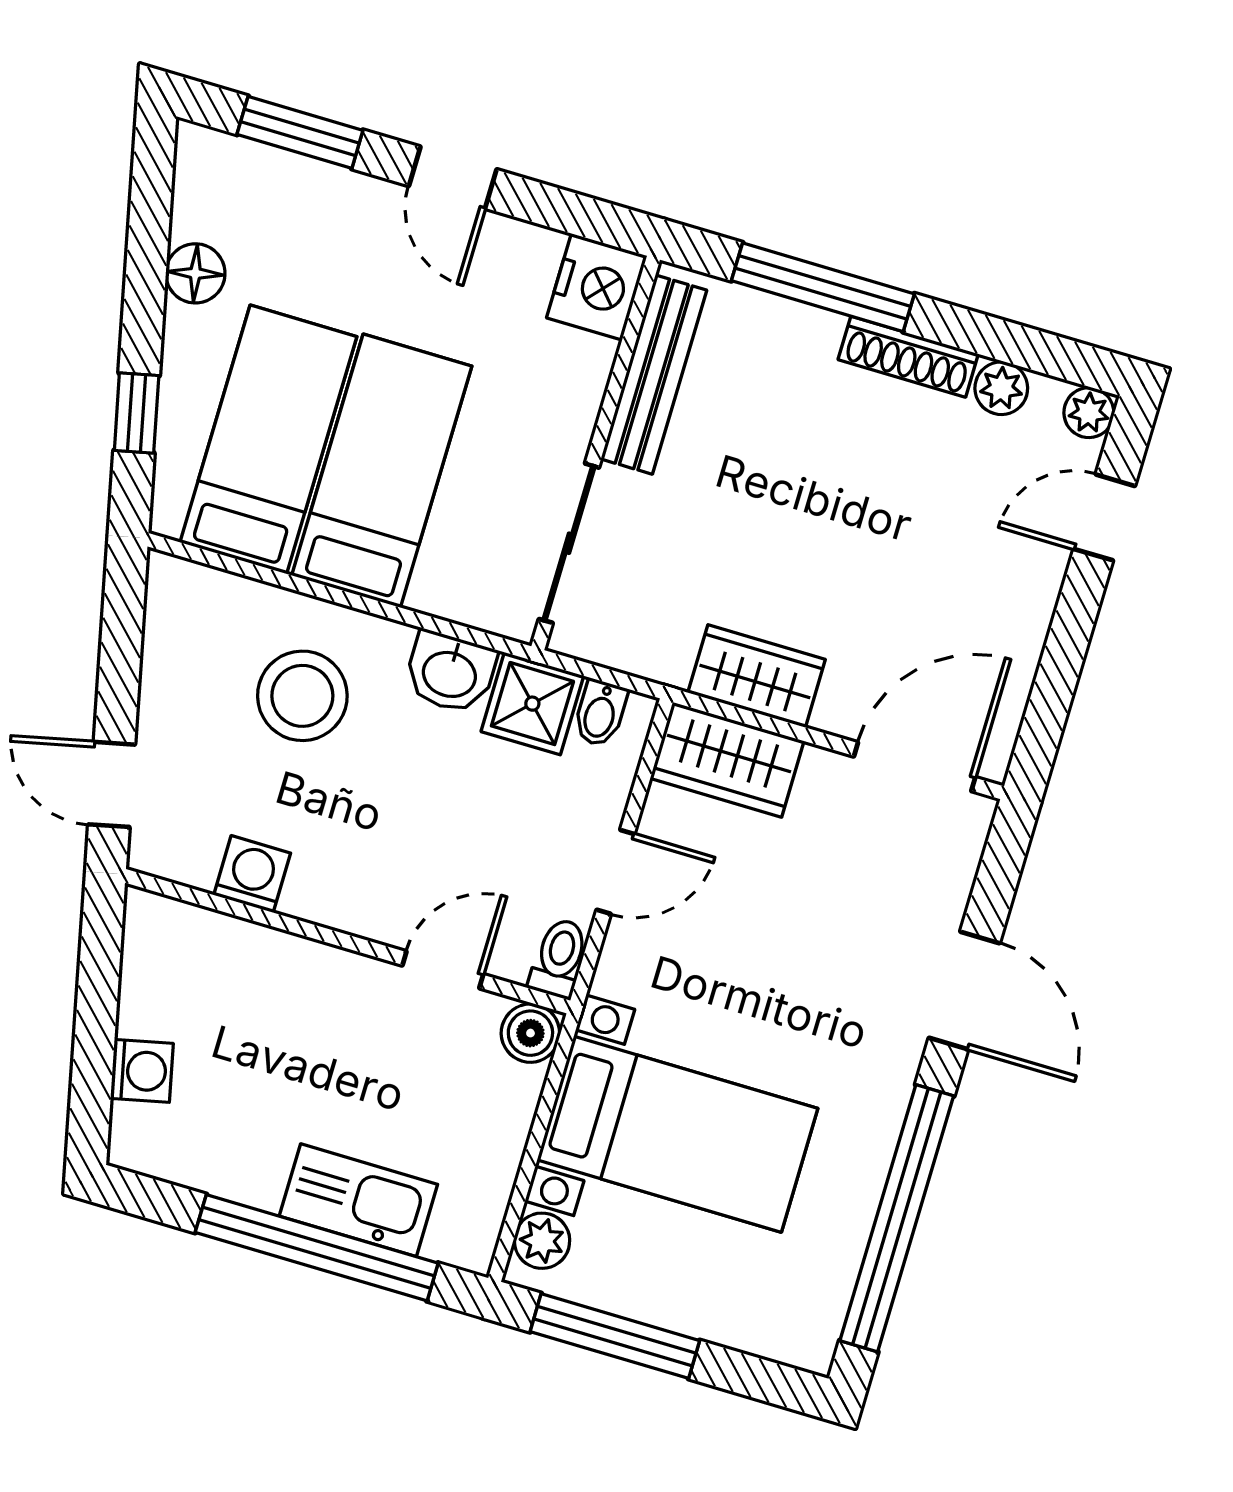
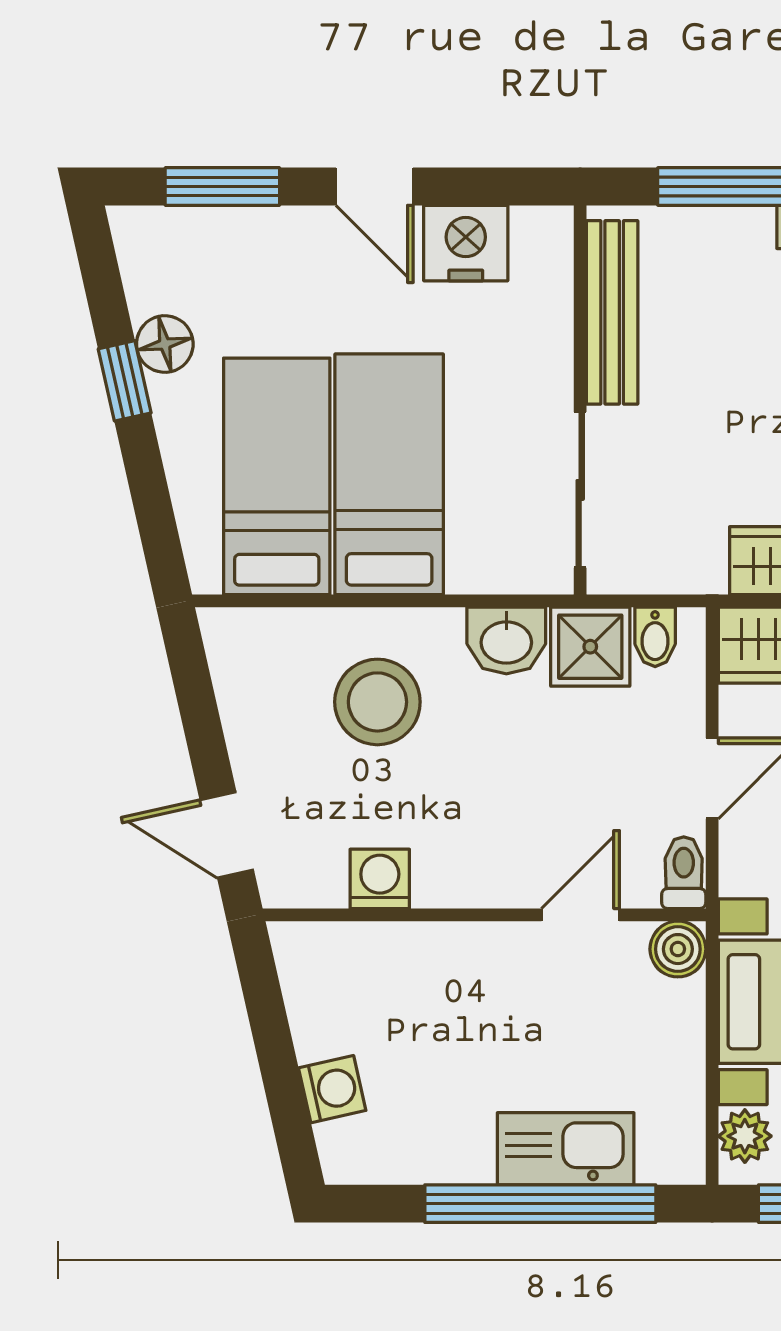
nightstand: (597, 287) -> (466, 243), moved, turned -90
window: (137, 413) -> (125, 381), moved

